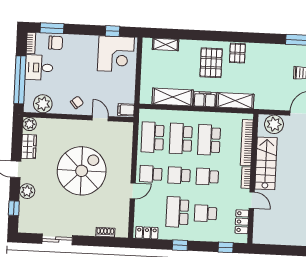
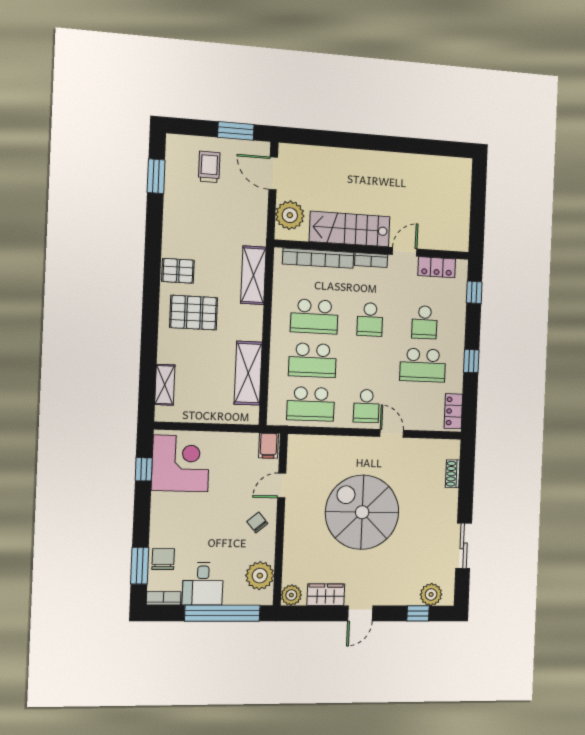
filing cabinet: (205, 99) -> (251, 323), removed
school desk: (179, 175) -> (368, 363), removed
plant: (27, 191) -> (431, 594), moved

